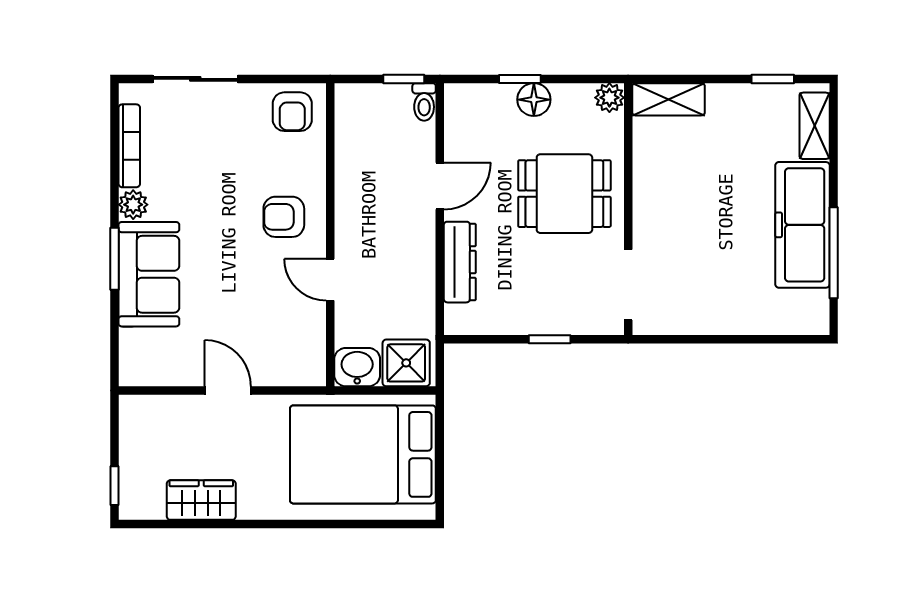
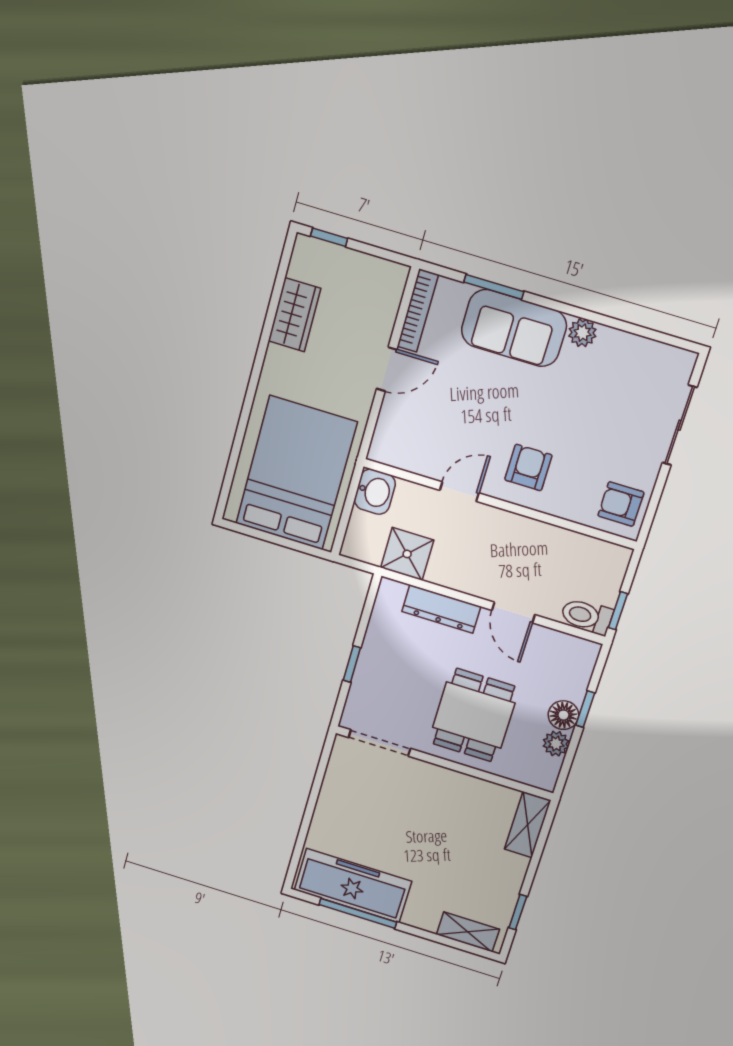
plant: (609, 98) -> (556, 744), moved
toilet: (424, 102) -> (587, 616), width x1.37, depth x1.39
bookcase: (129, 146) -> (418, 311), moved, turned -90
freezer: (802, 225) -> (353, 886), moved
window: (115, 259) -> (494, 287), moved
shower: (406, 363) -> (407, 554), moved

